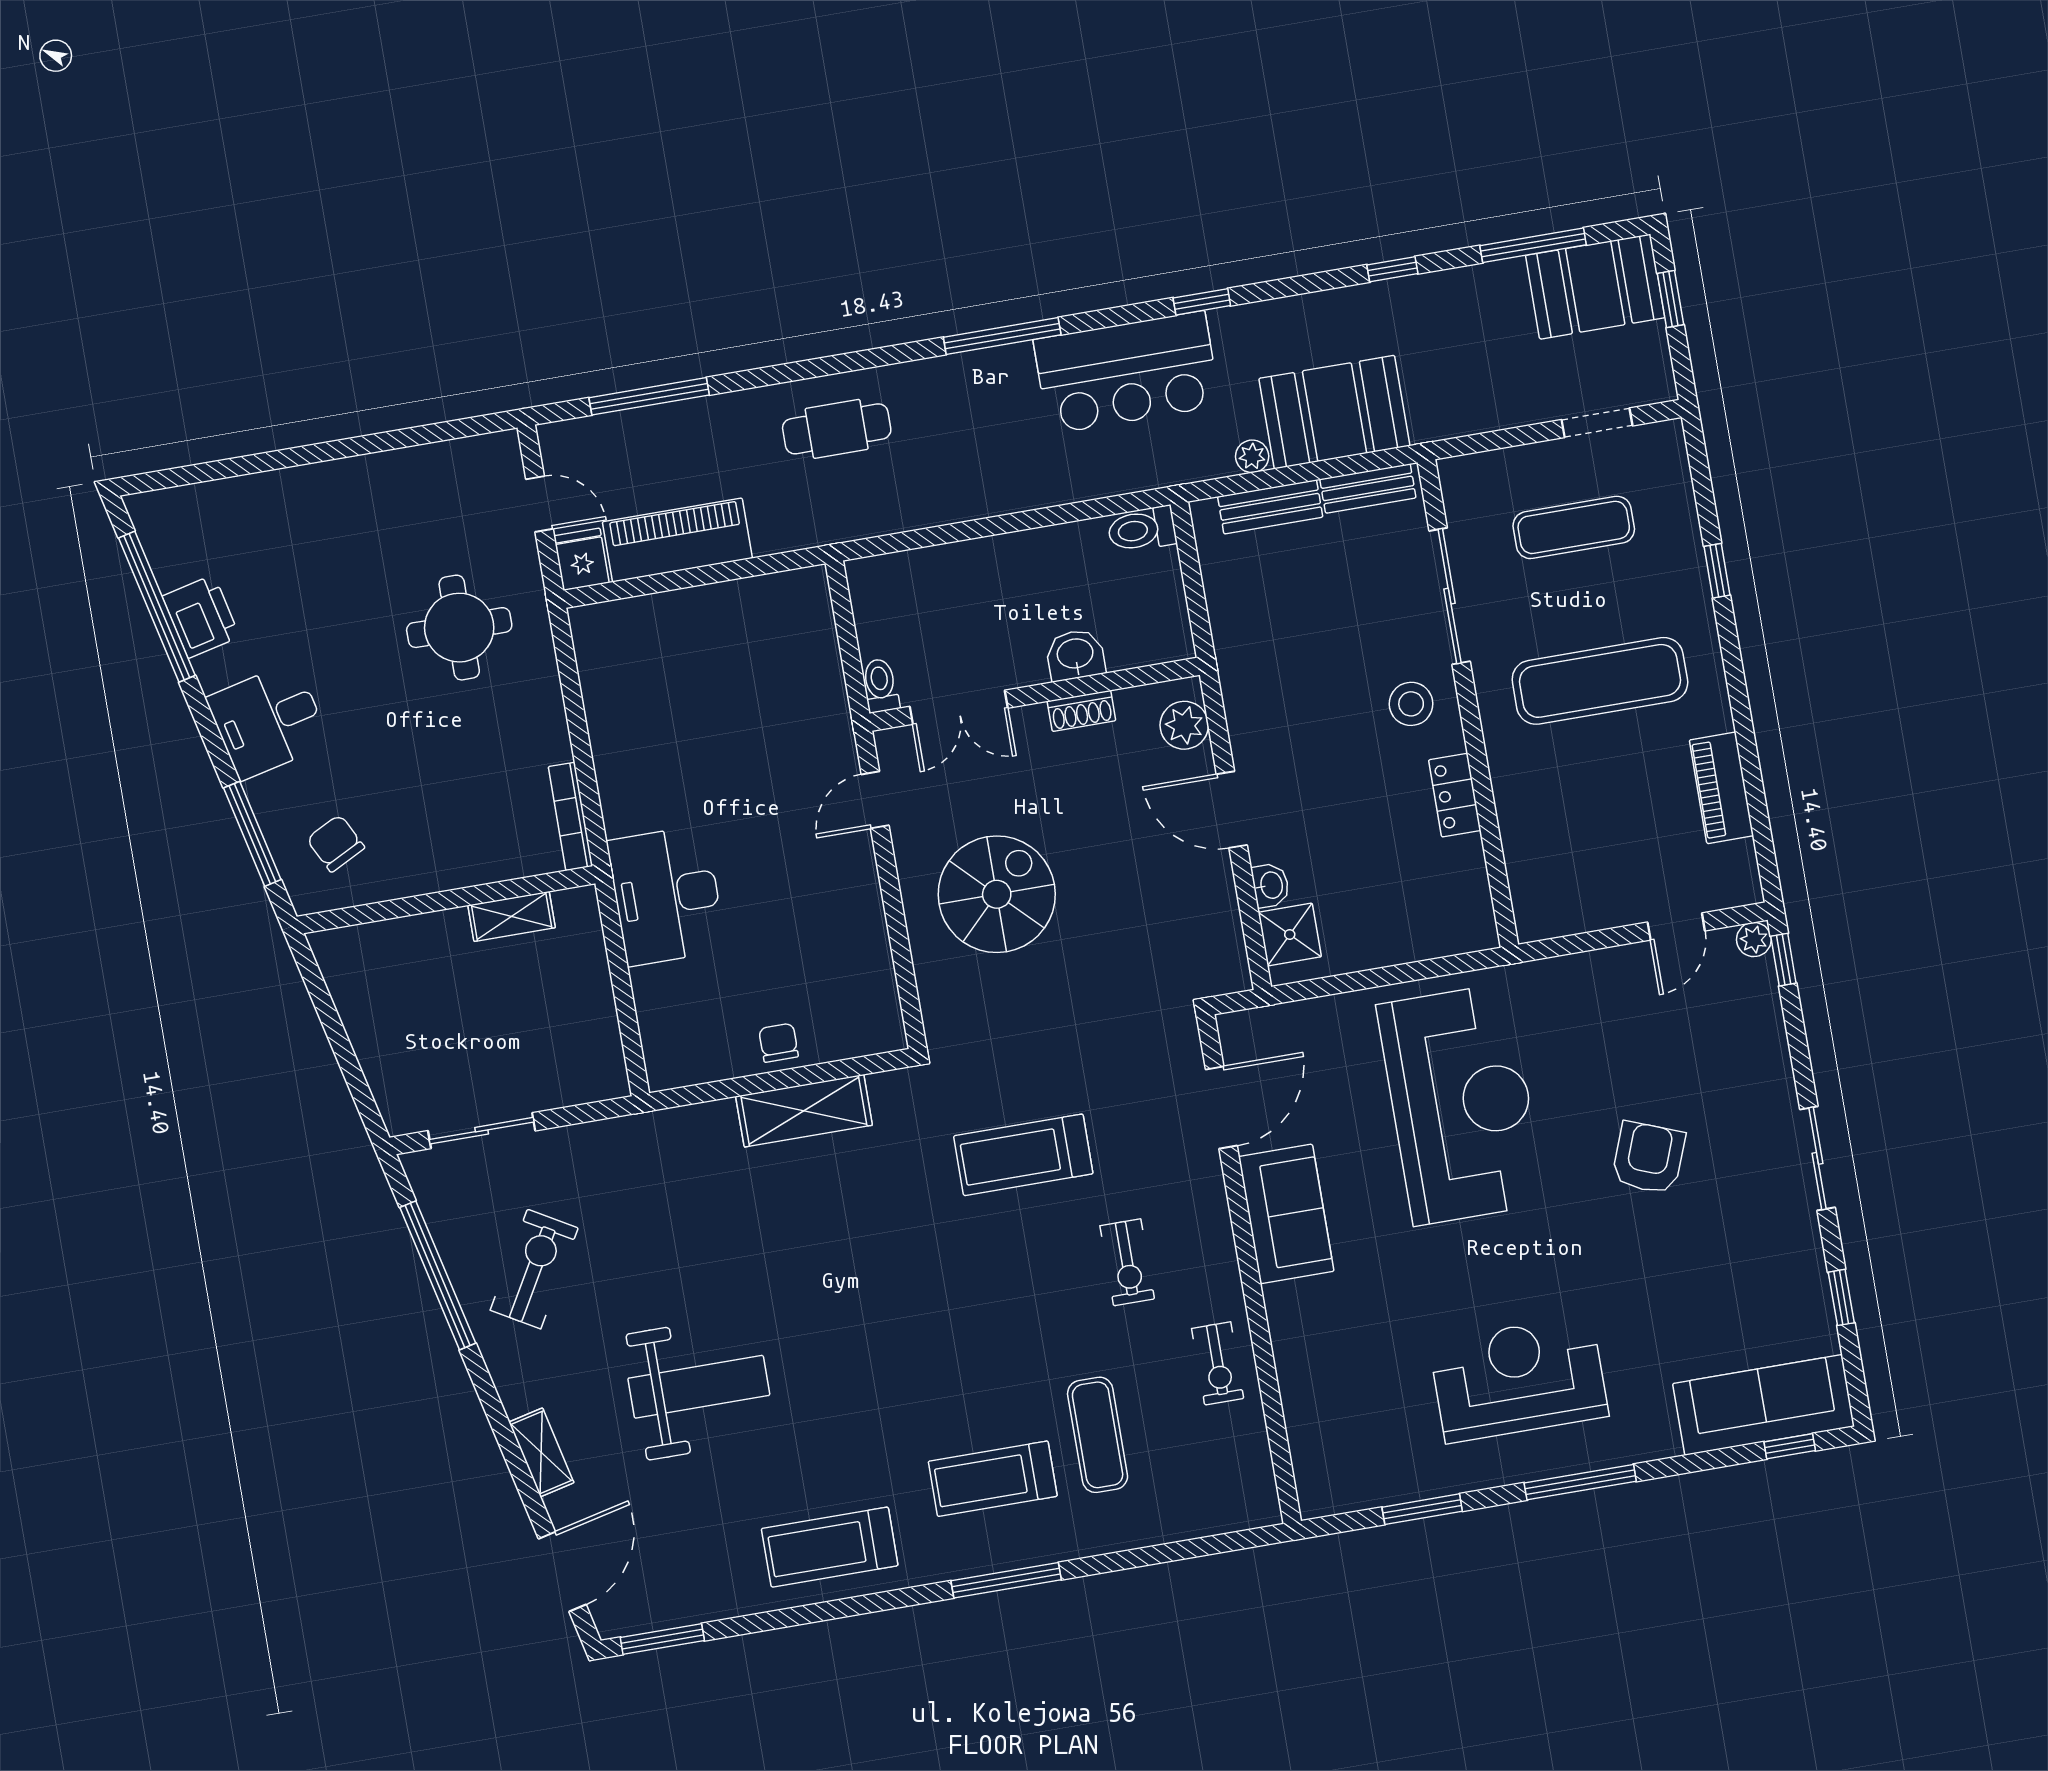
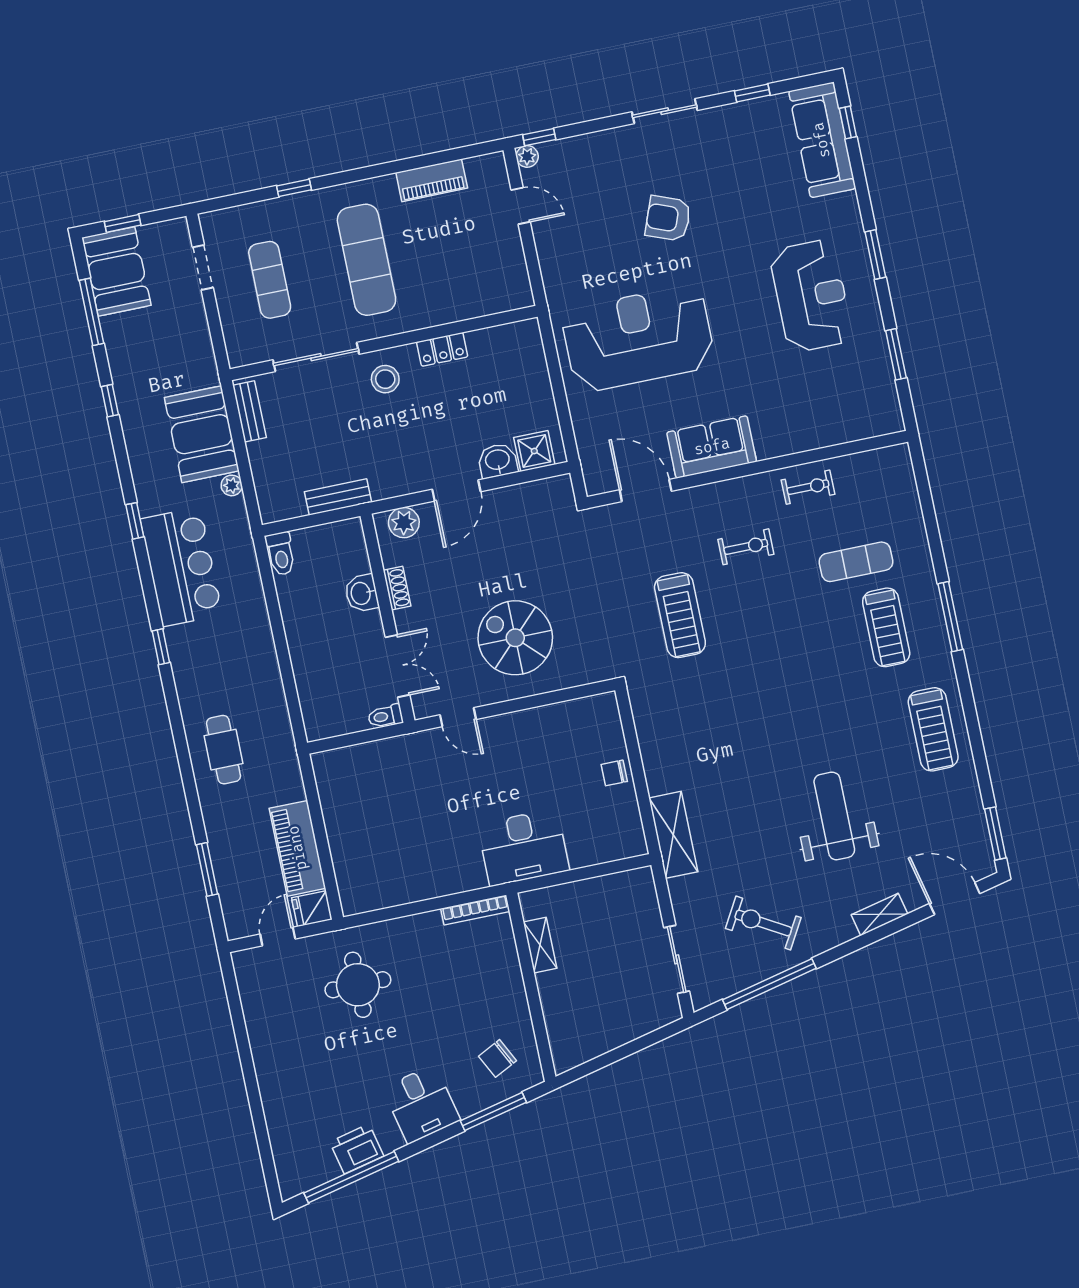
window: (1002, 336) -> (161, 647), width x0.46
window: (649, 396) -> (207, 869), width x0.69
bench: (1270, 507) -> (338, 497), moved, turned 90
washbasin: (1271, 885) -> (498, 461), width x1.38, depth x1.45
shelving: (804, 1111) -> (673, 835), moved
reception desk: (1519, 1379) -> (811, 296), turned 180
window: (1580, 1482) -> (875, 255), width x0.69

